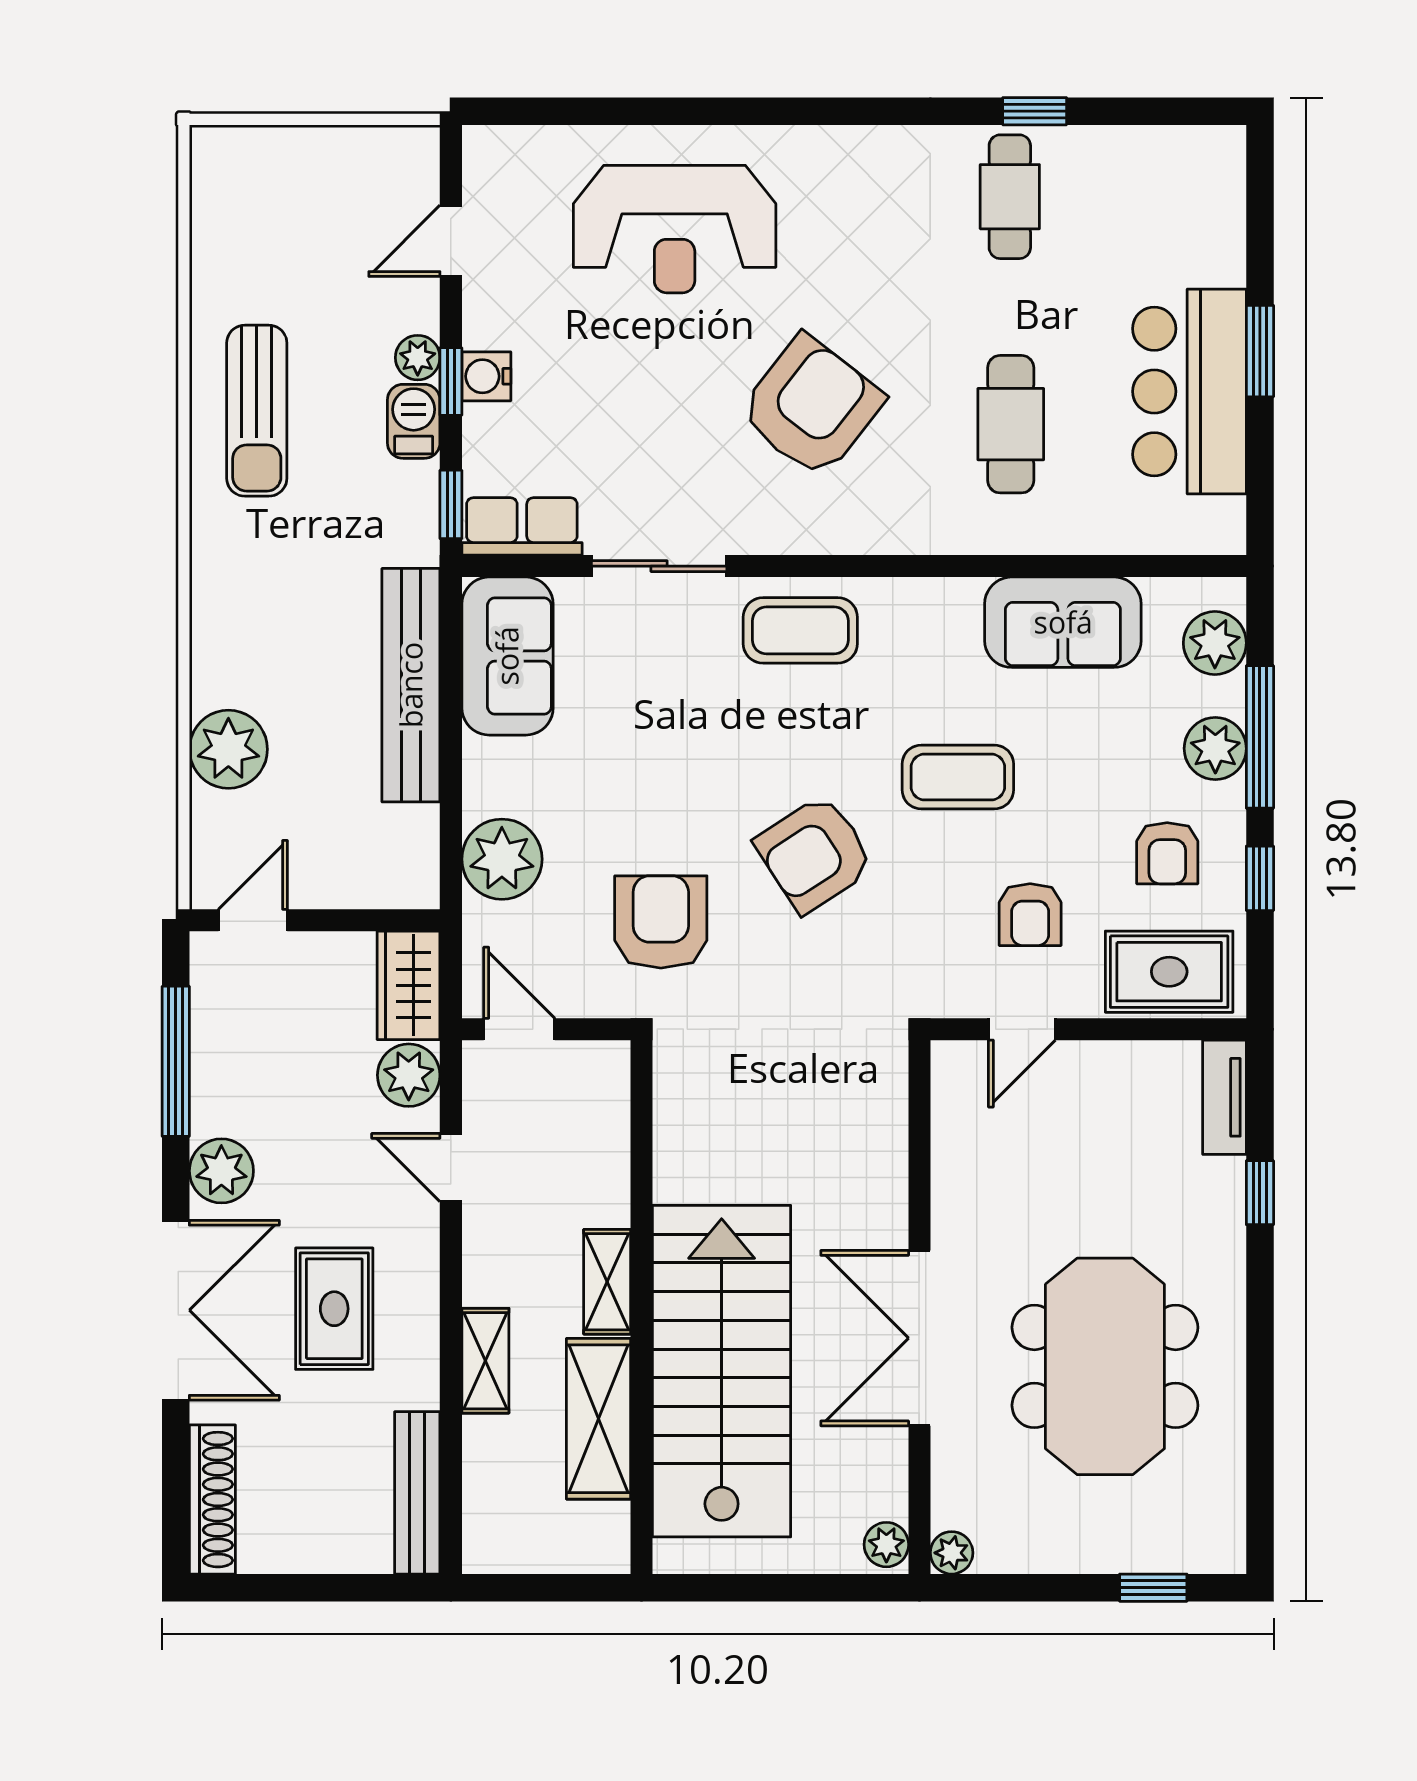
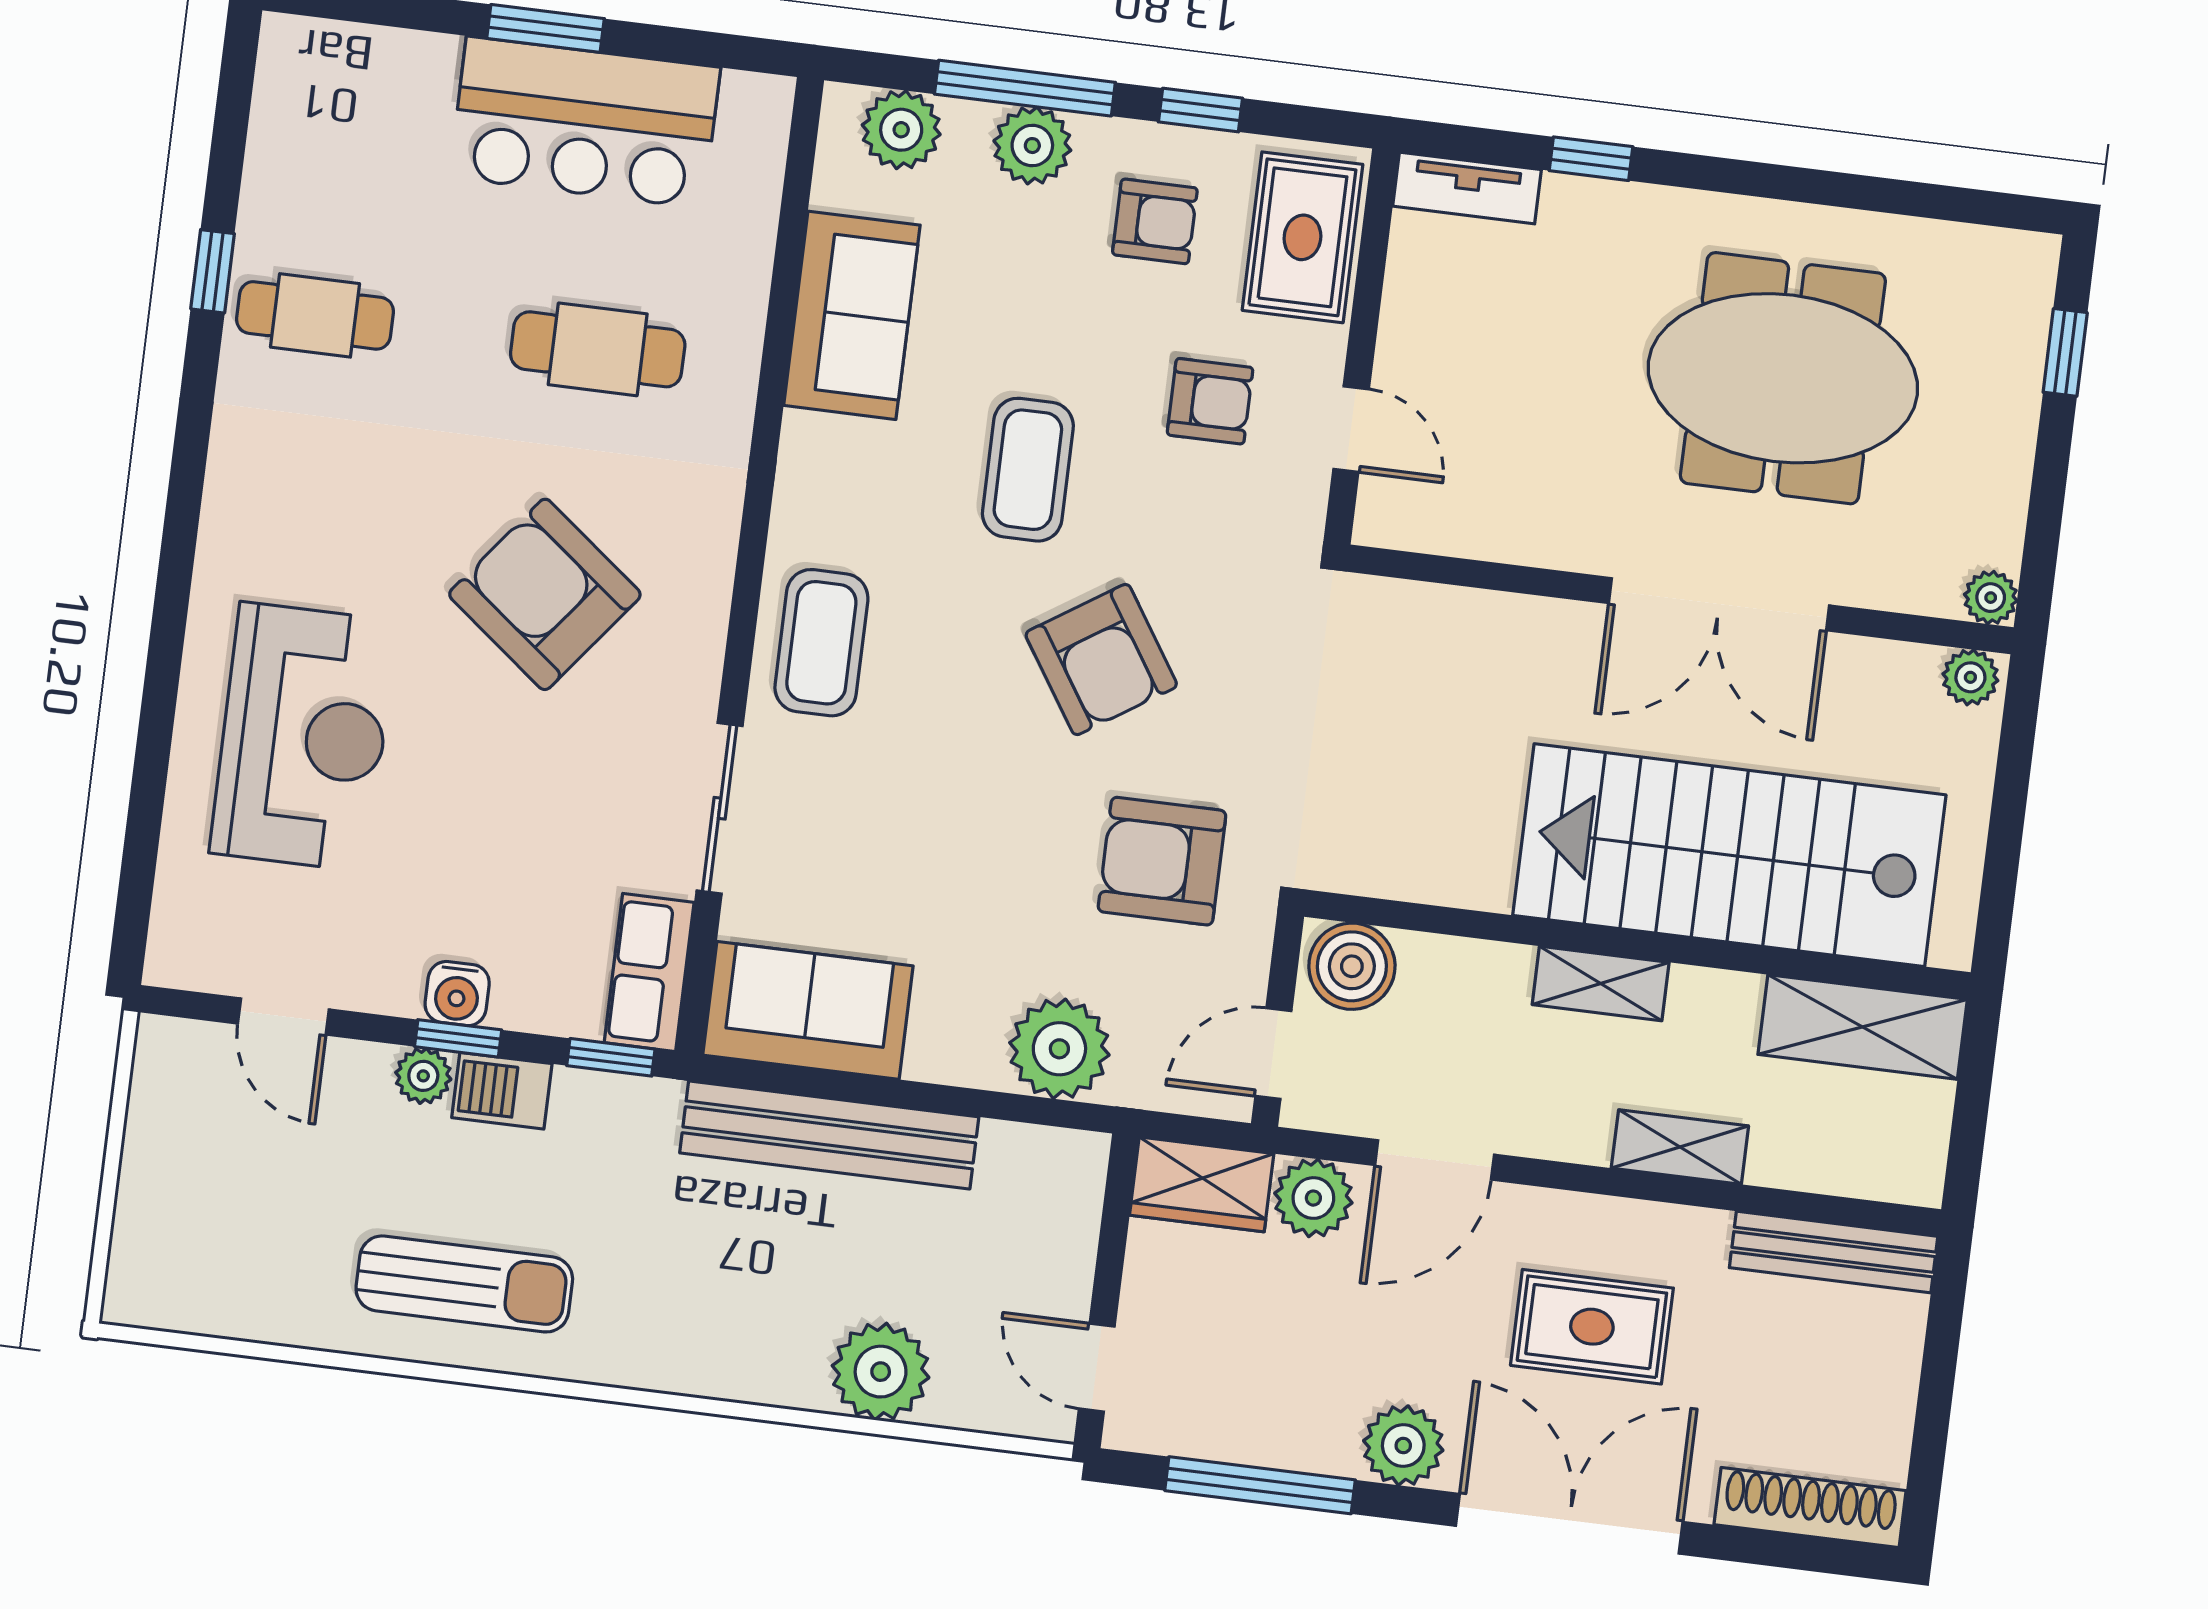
boiler: (596, 1083) -> (1352, 966), added
door: (451, 1168) -> (1435, 1160), width x1.38
shelving: (599, 1419) -> (1863, 1027), moved

